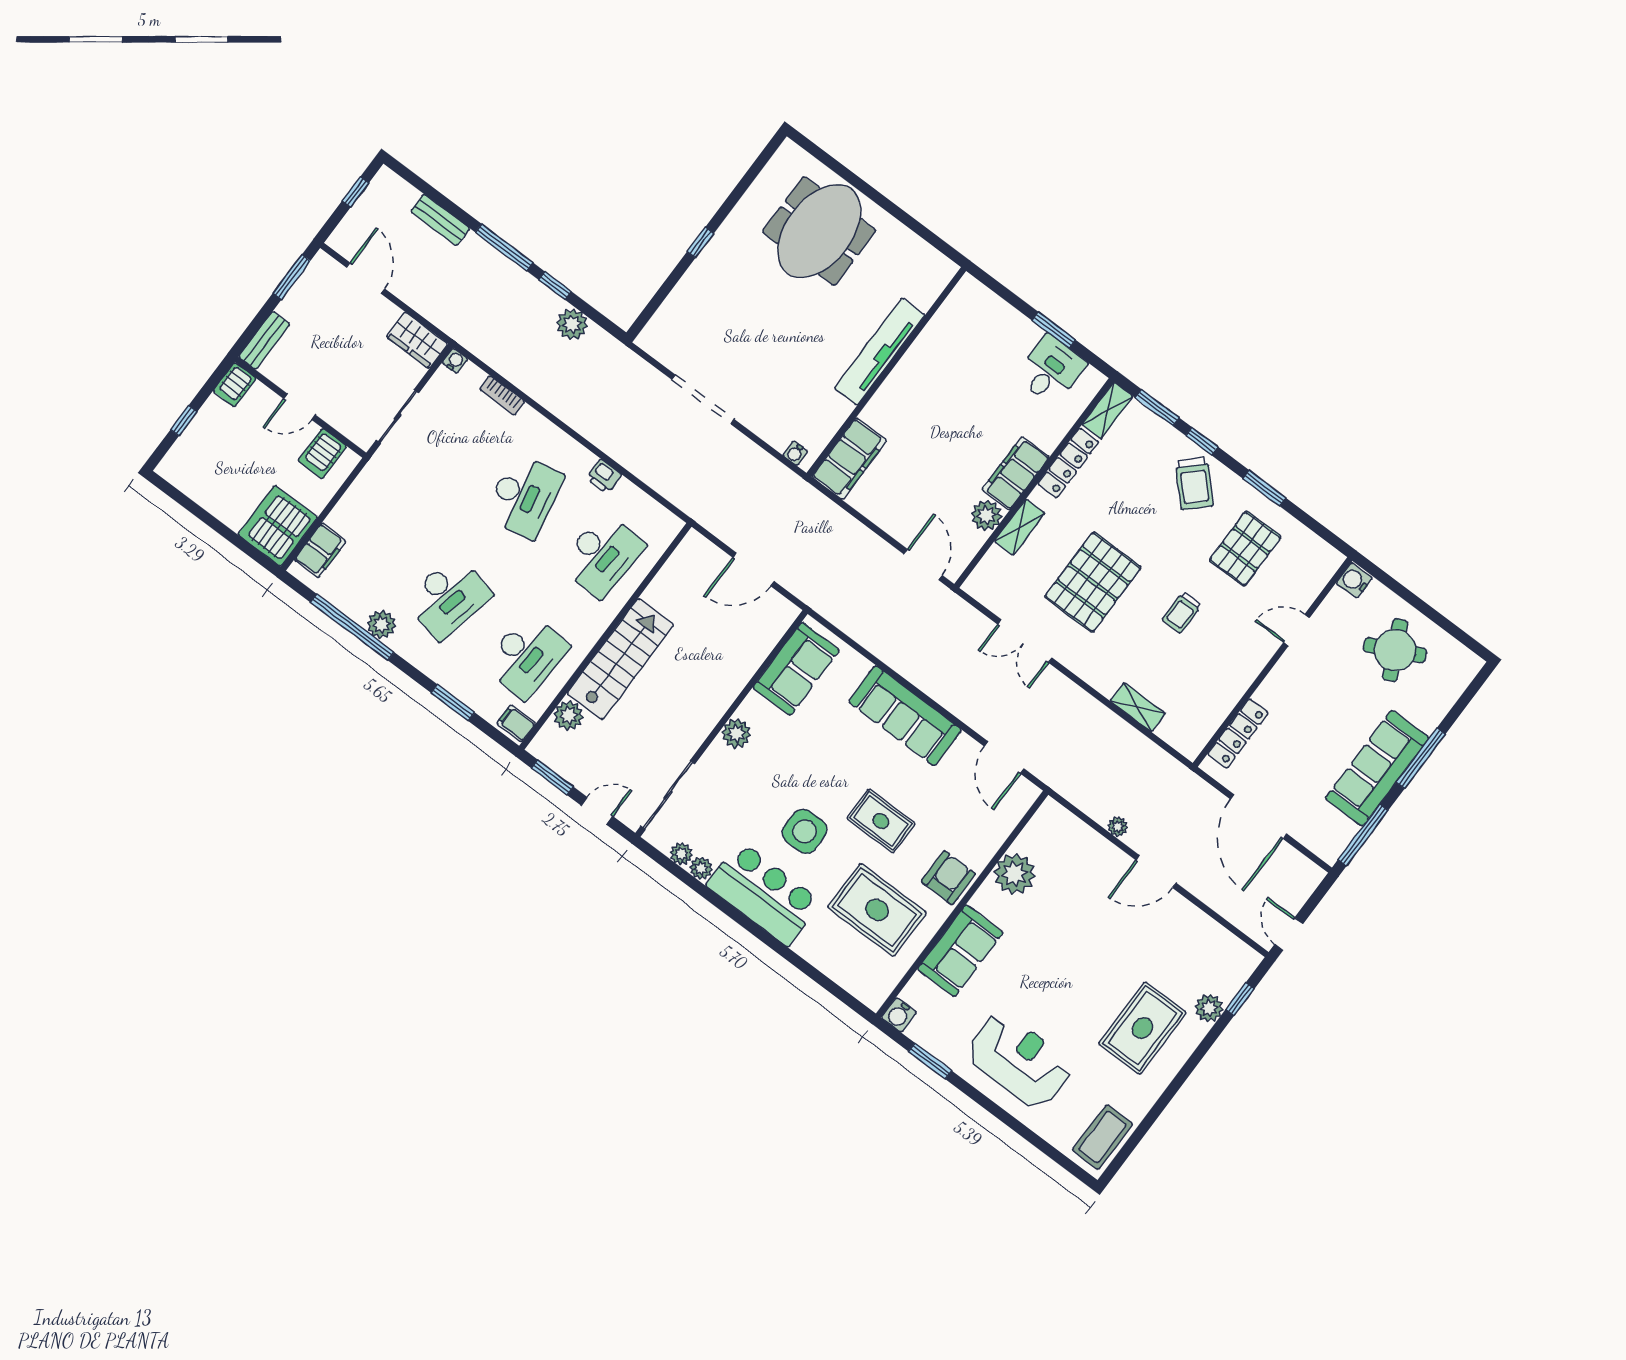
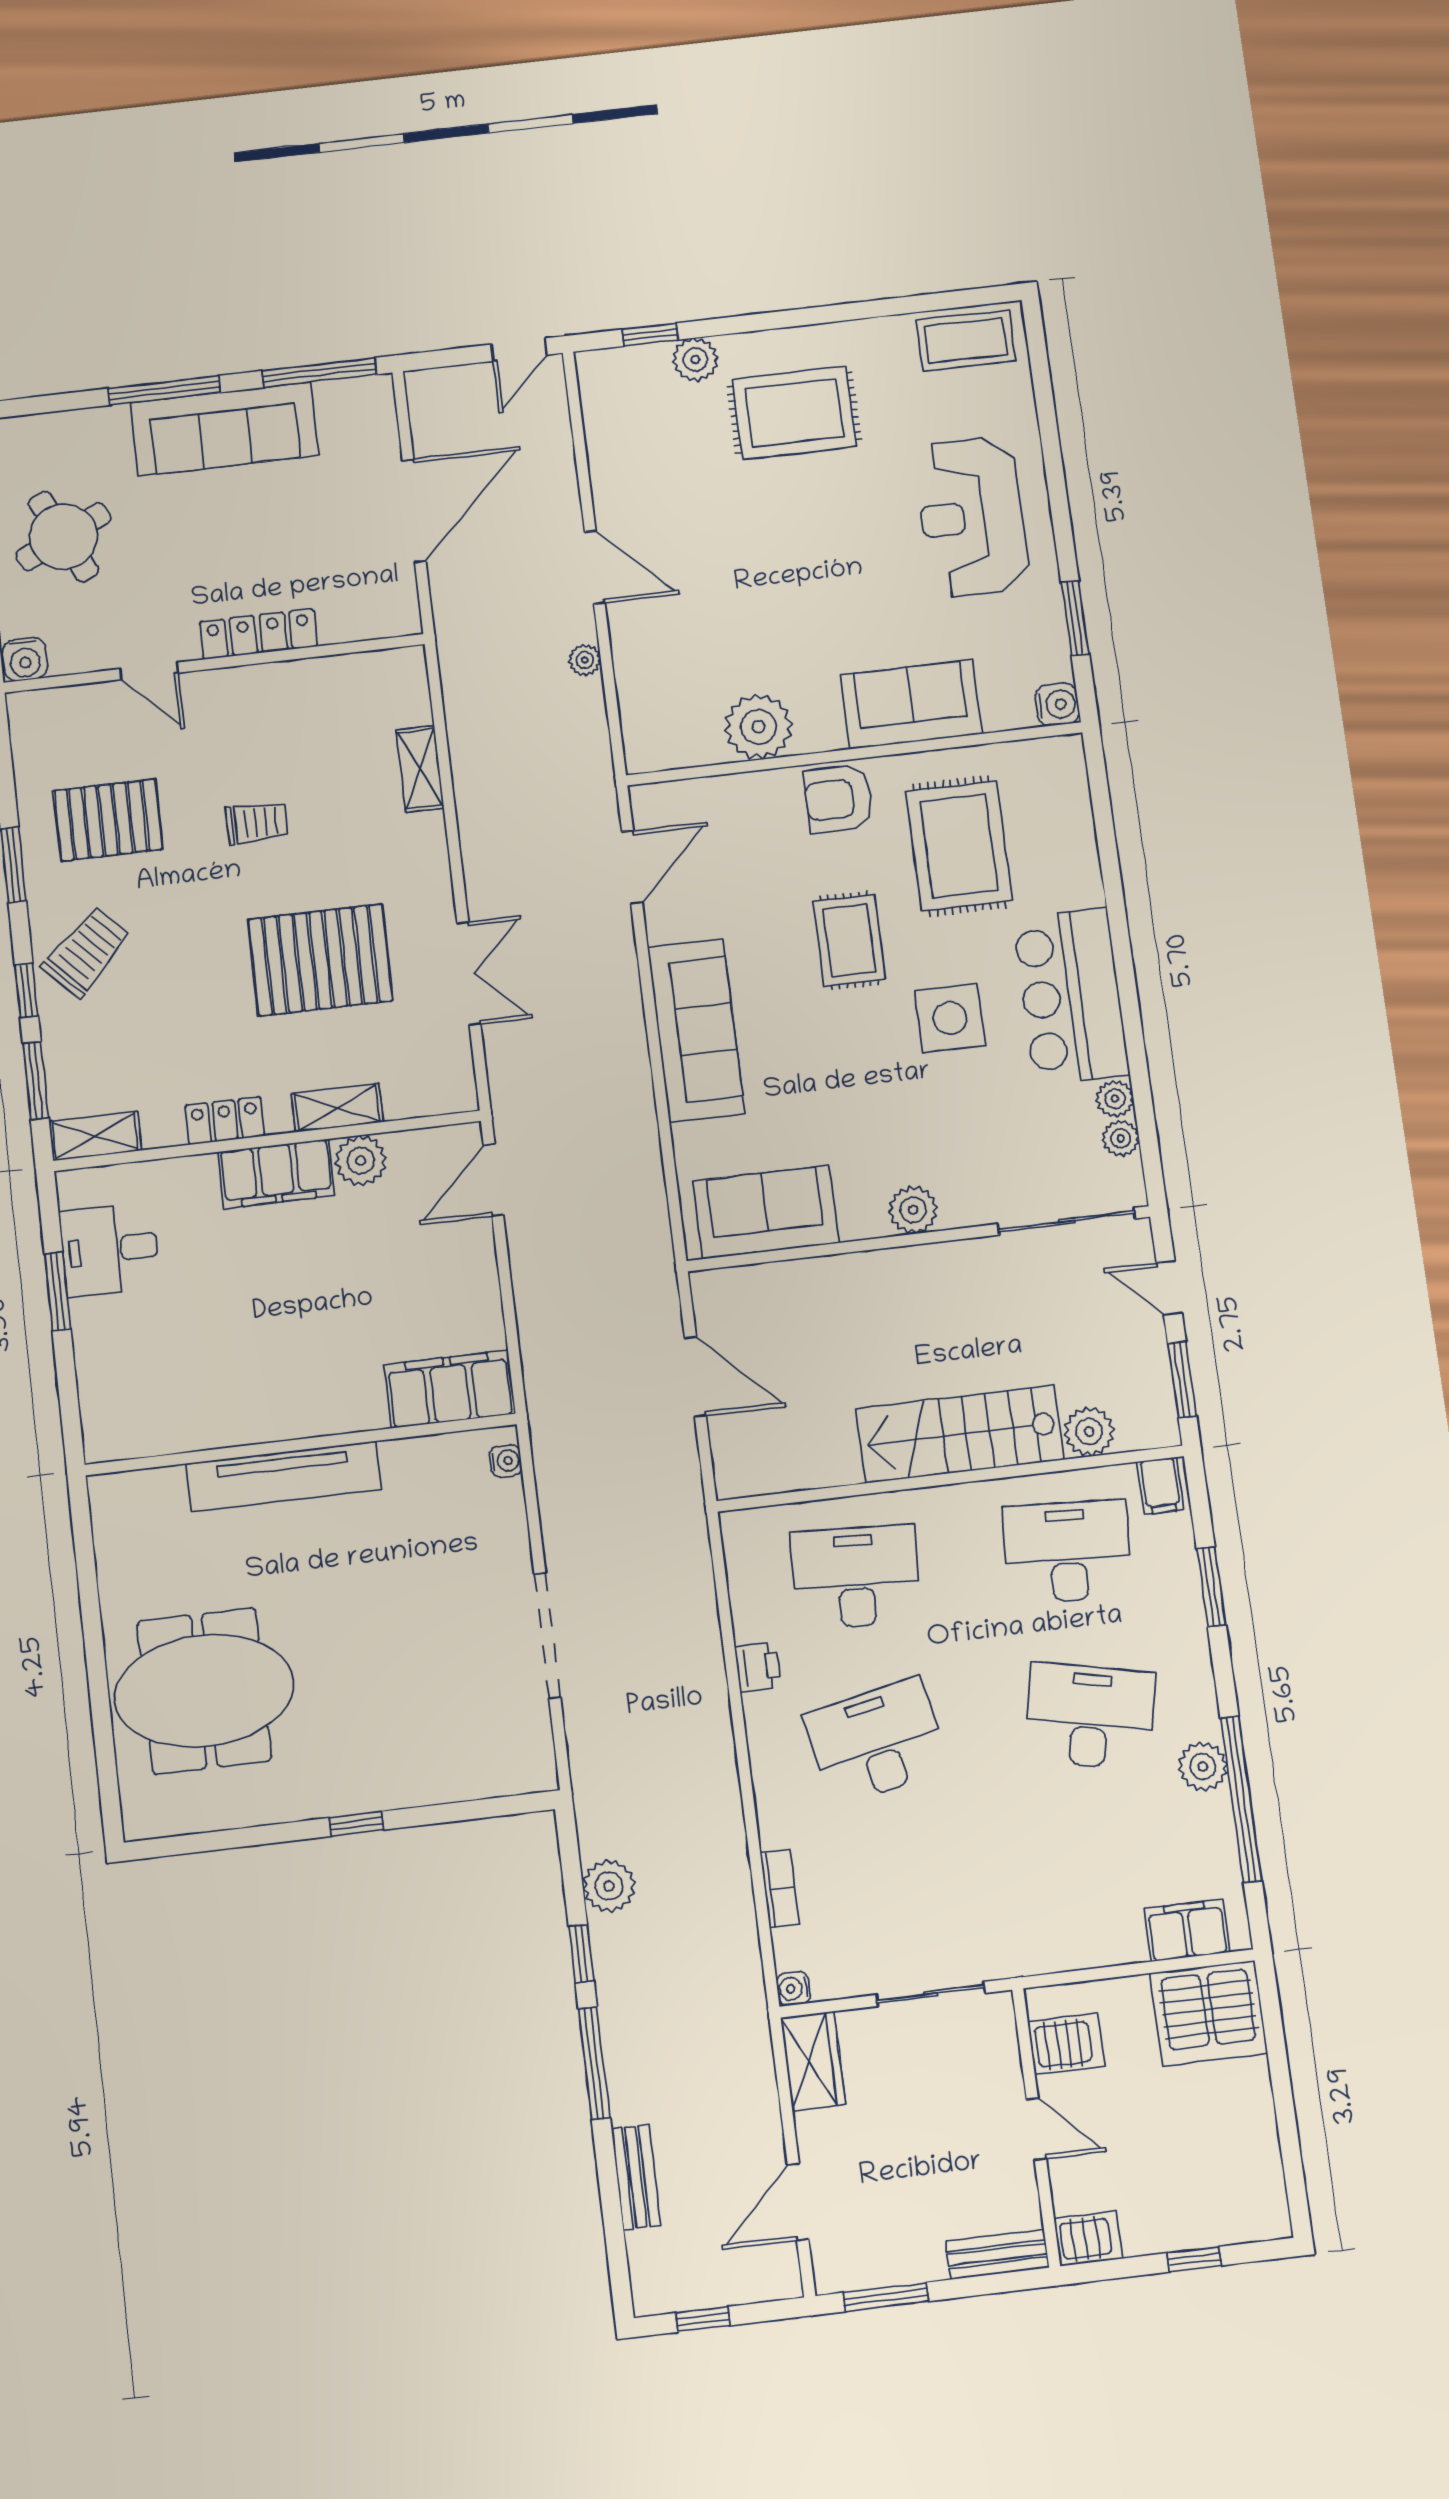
locker: (1068, 463) -> (225, 1121), width x0.66
locker: (1238, 734) -> (258, 634), moved

